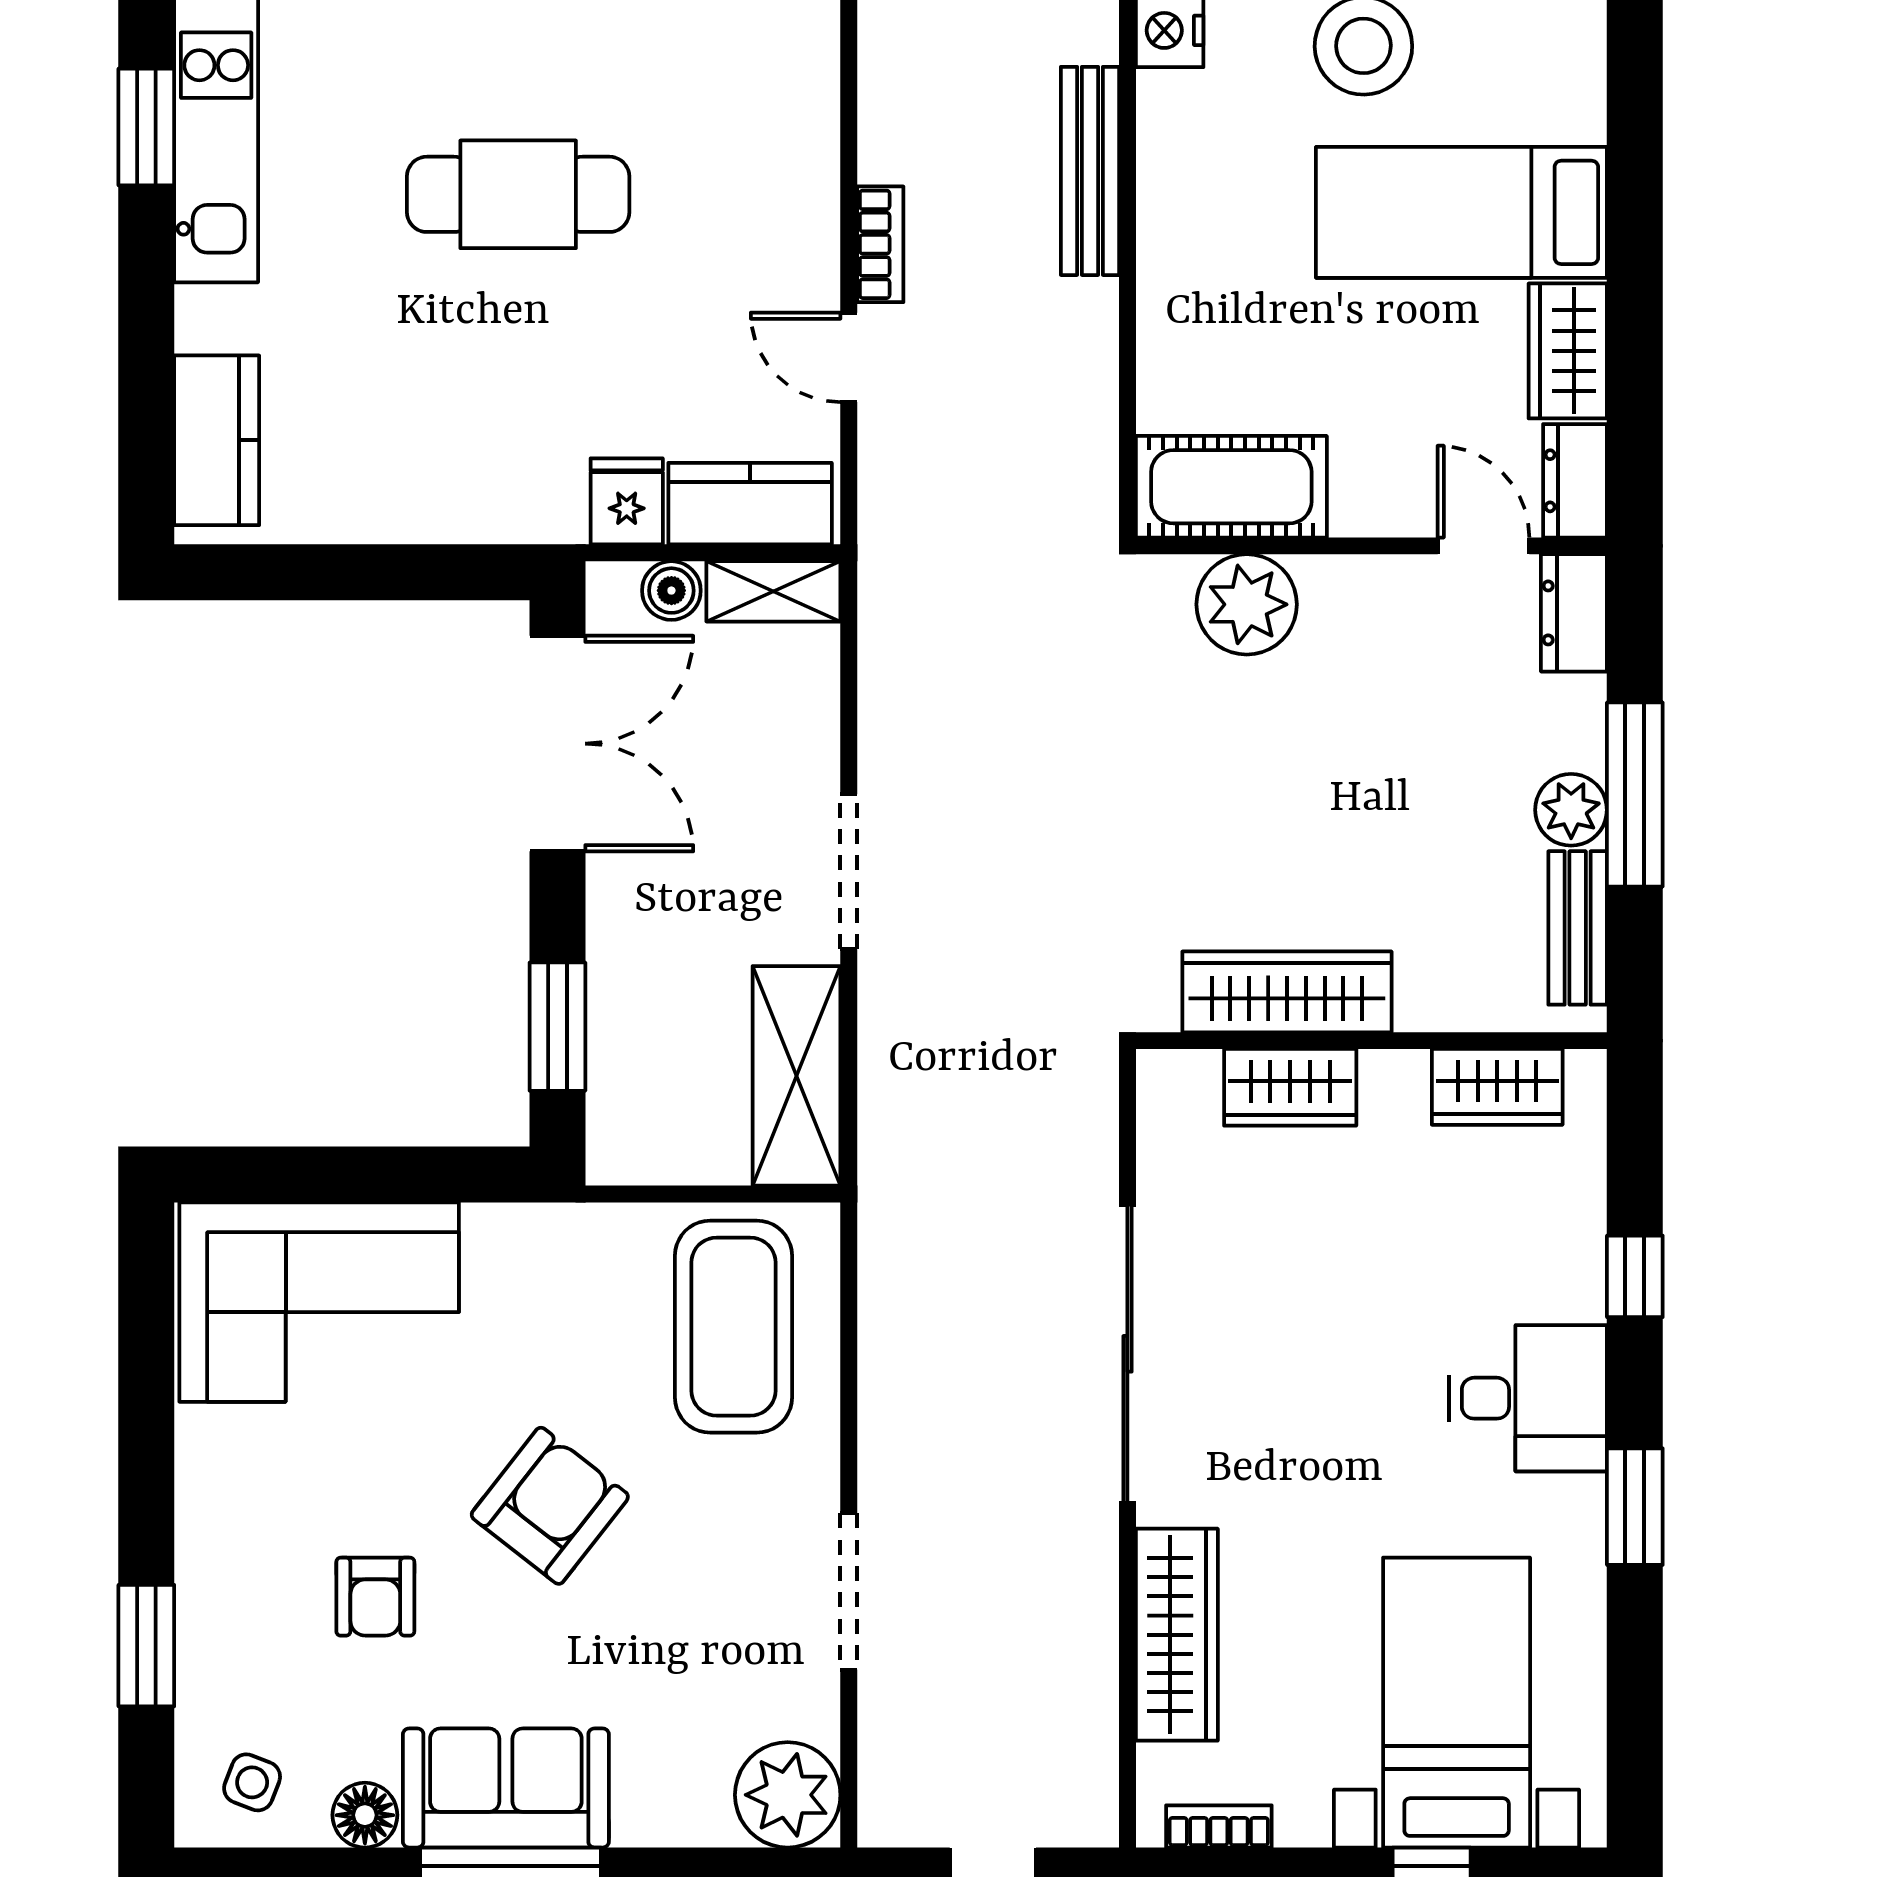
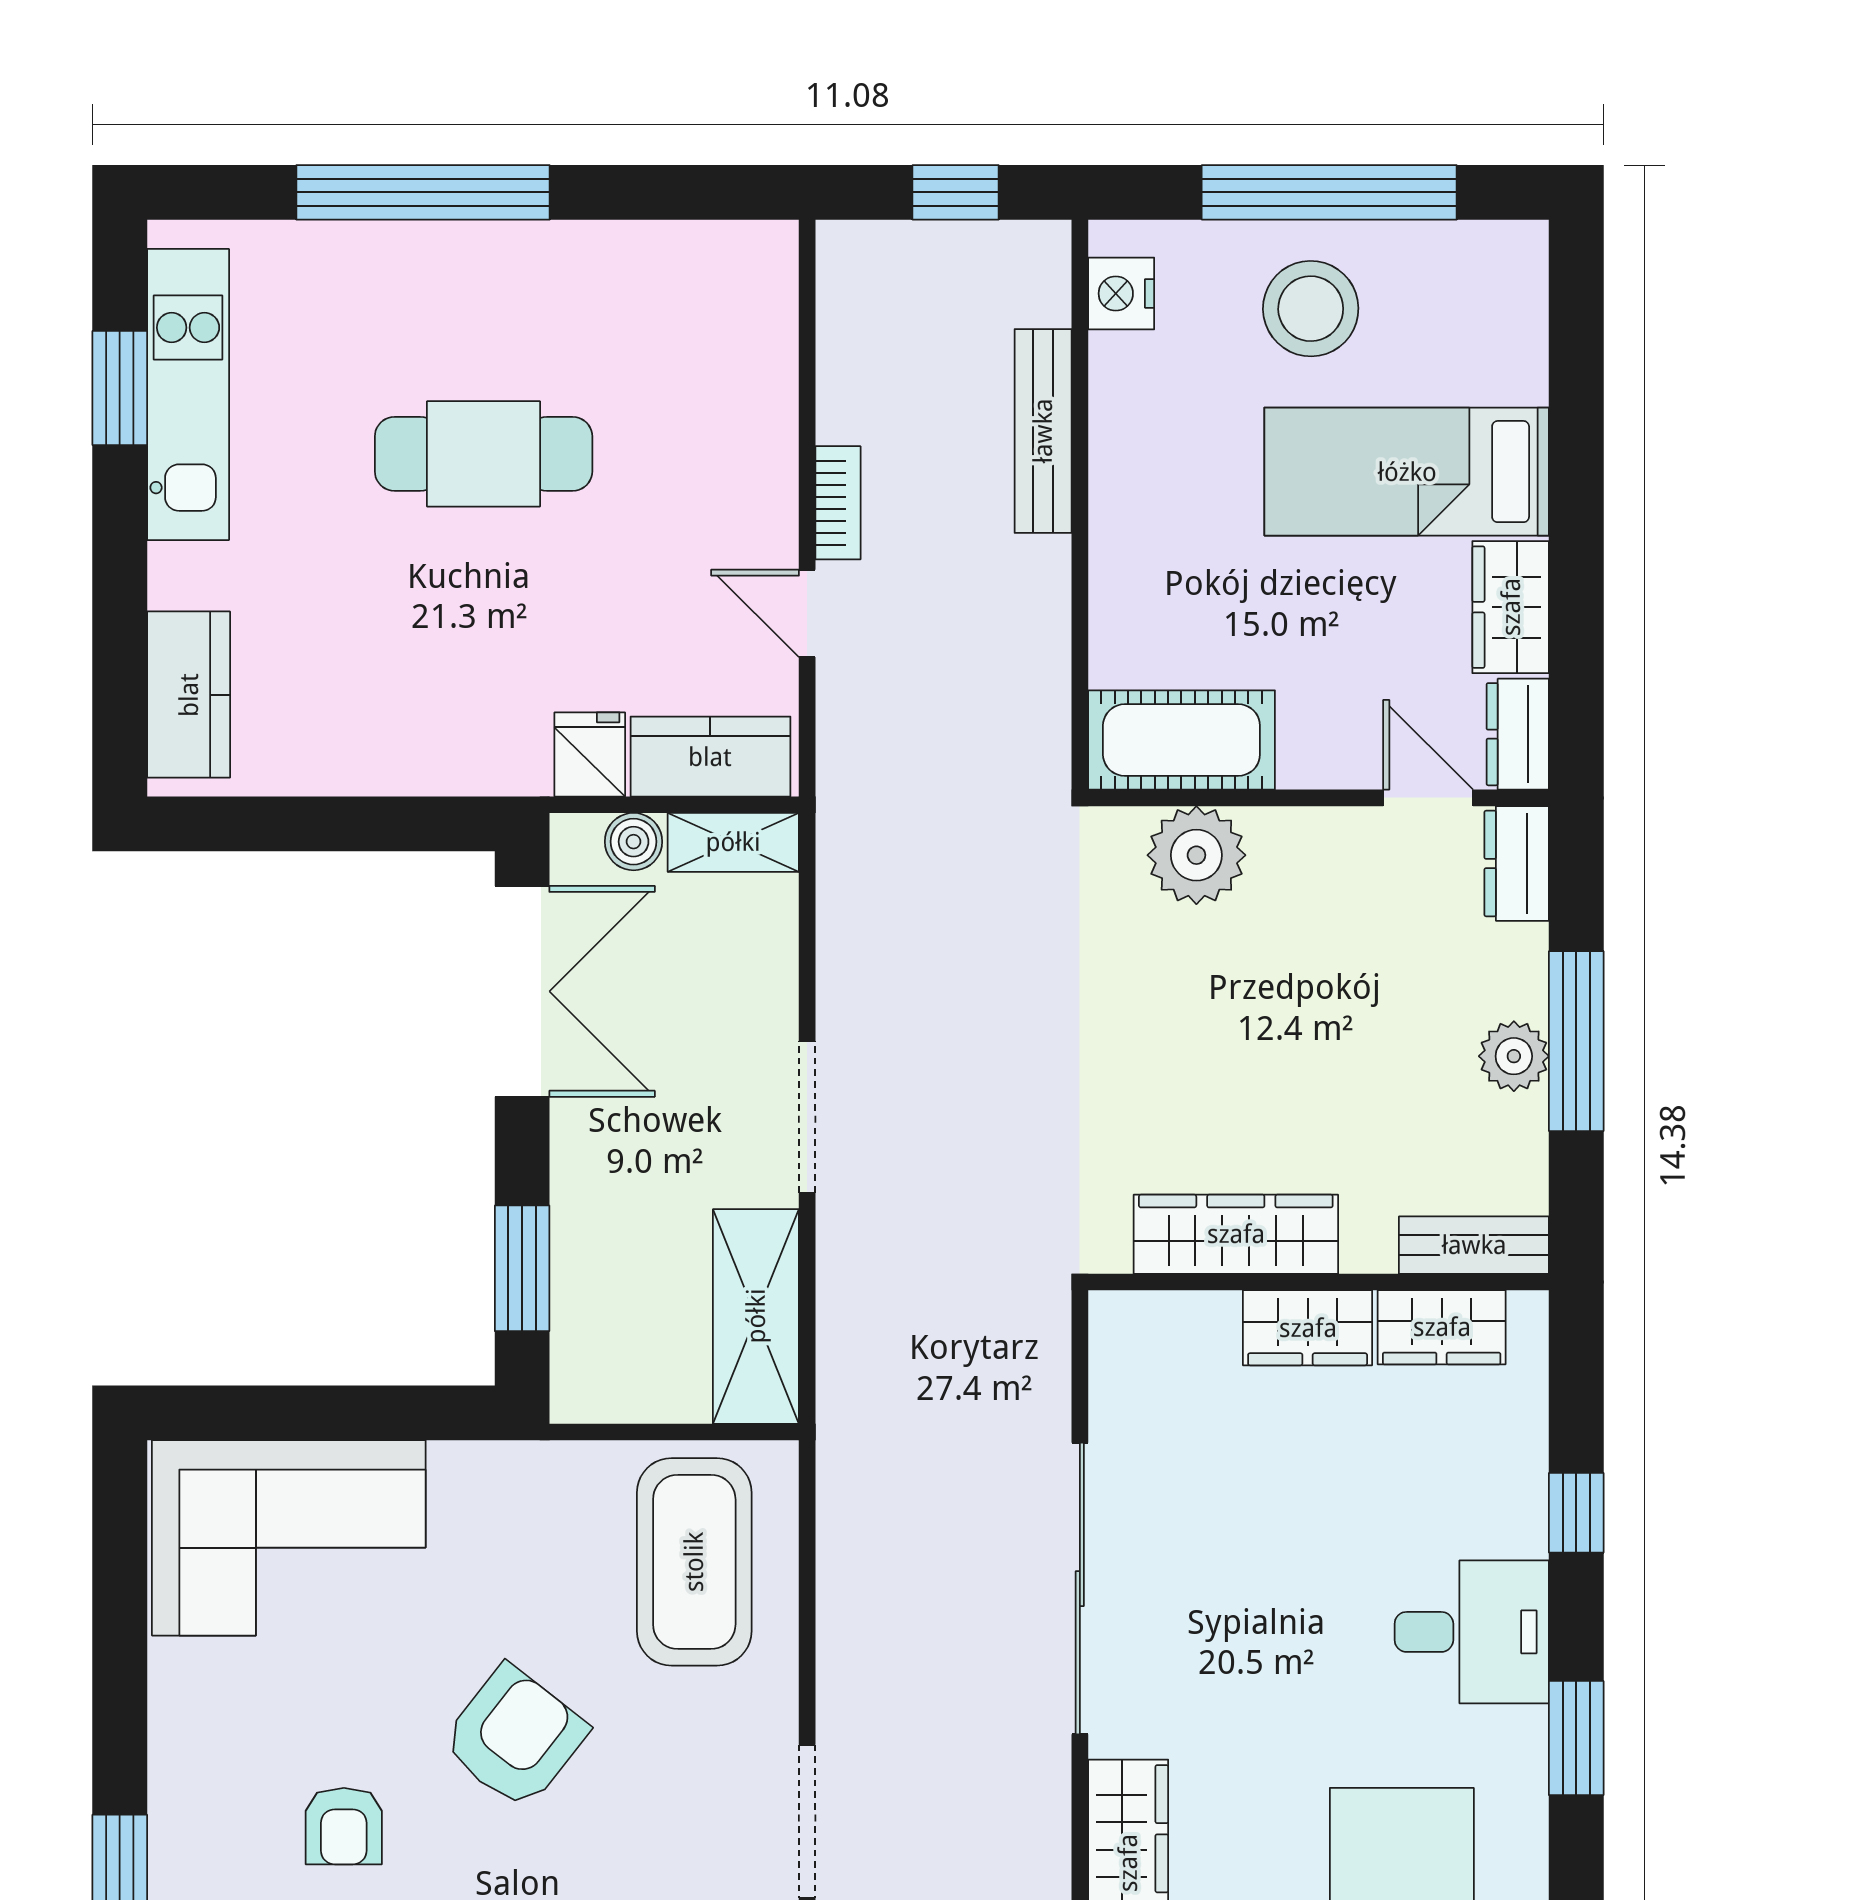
bench: (1578, 928) -> (1474, 1245), moved, turned 90
wardrobe: (1290, 1087) -> (1308, 1328), moved

